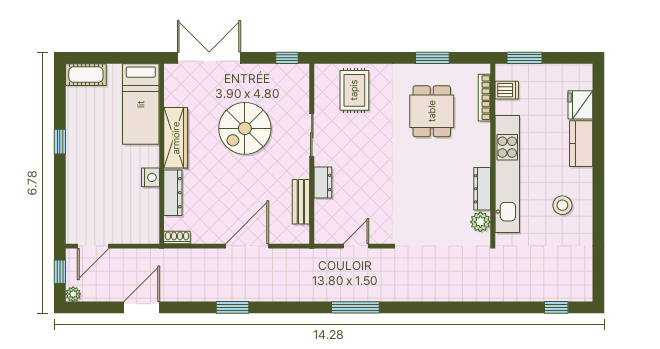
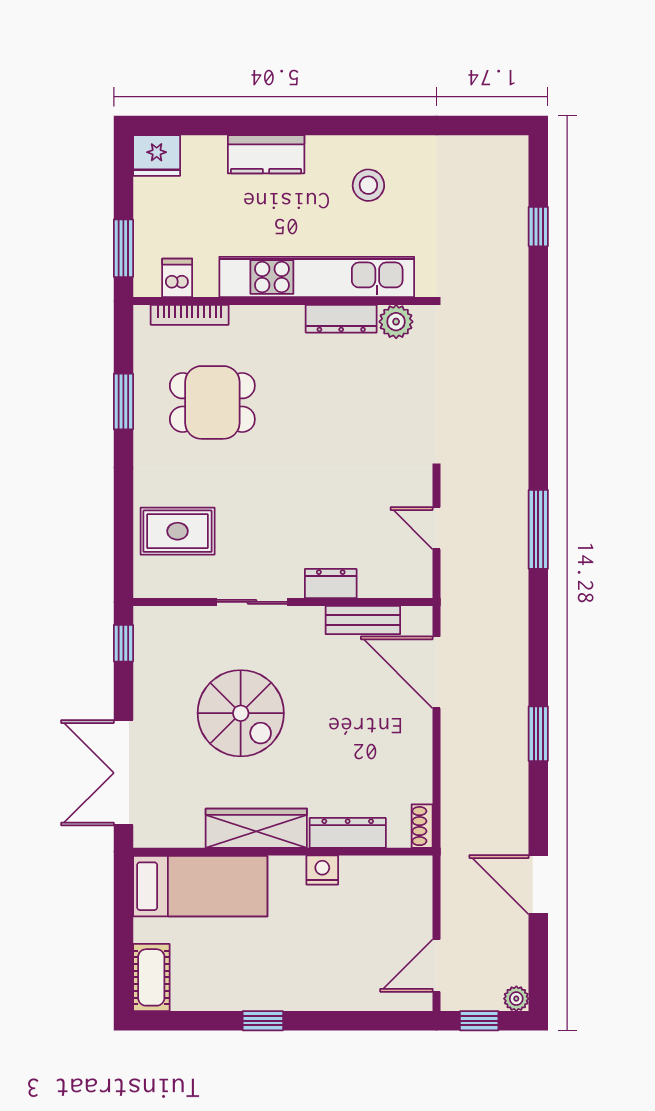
fridge: (580, 105) -> (157, 155), moved
door: (93, 246) -> (437, 966), swing flipped
door: (247, 246) -> (437, 672), moved
window: (556, 307) -> (538, 227), moved

